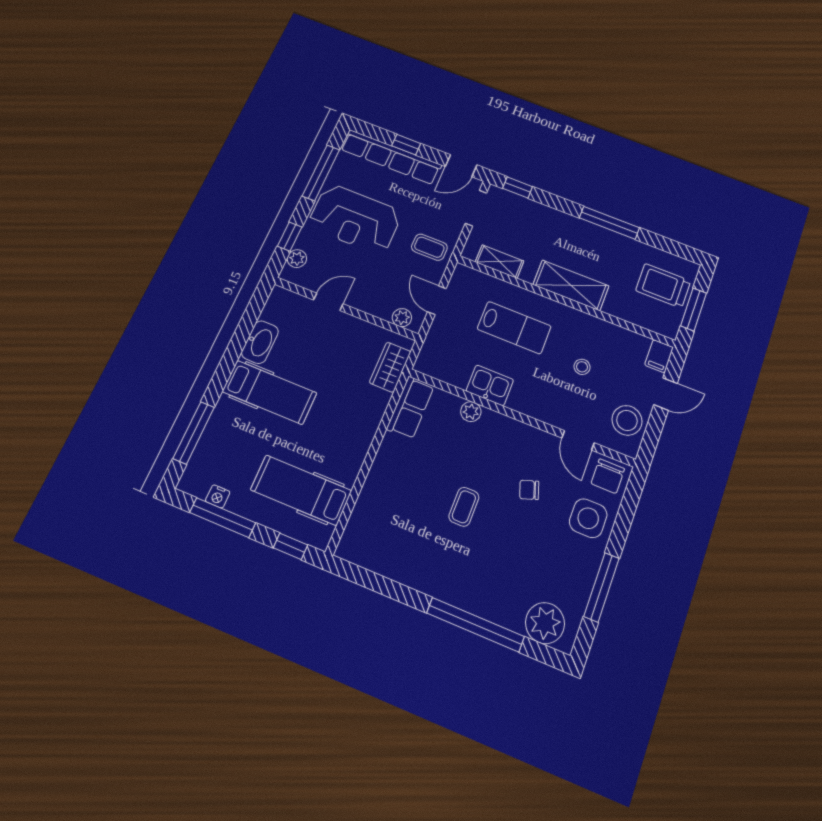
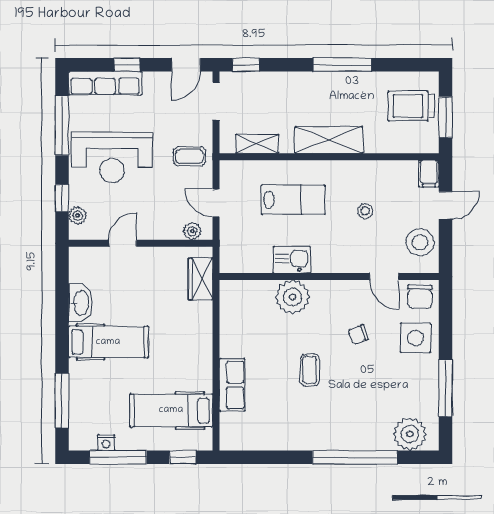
row of seats: (391, 157) -> (105, 83), width x0.73
row of seats: (410, 408) -> (232, 385), moved
plant: (471, 412) -> (293, 297), width x1.88, depth x1.88

